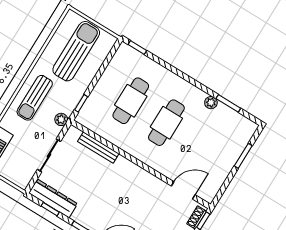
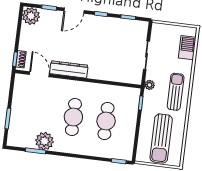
plant: (211, 103) -> (44, 141), width x1.88, depth x1.88
bench: (98, 148) -> (114, 77), removed
door: (183, 190) -> (39, 74), swing flipped
dresser: (53, 198) -> (69, 69), moved, turned 180

